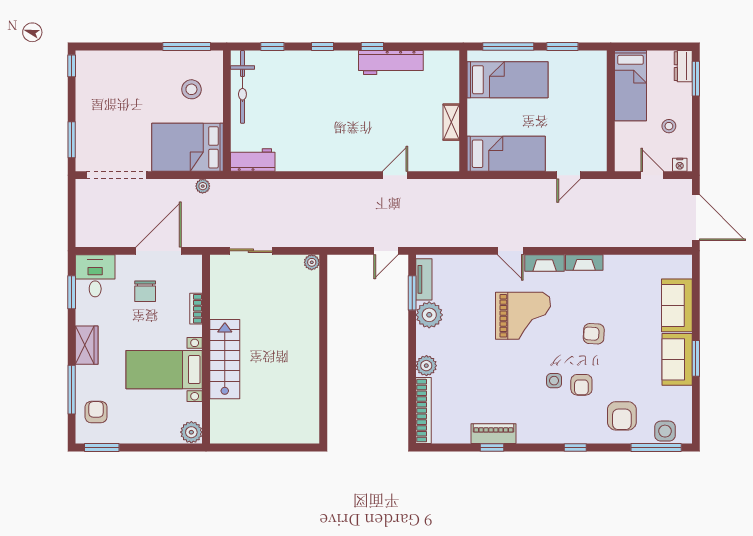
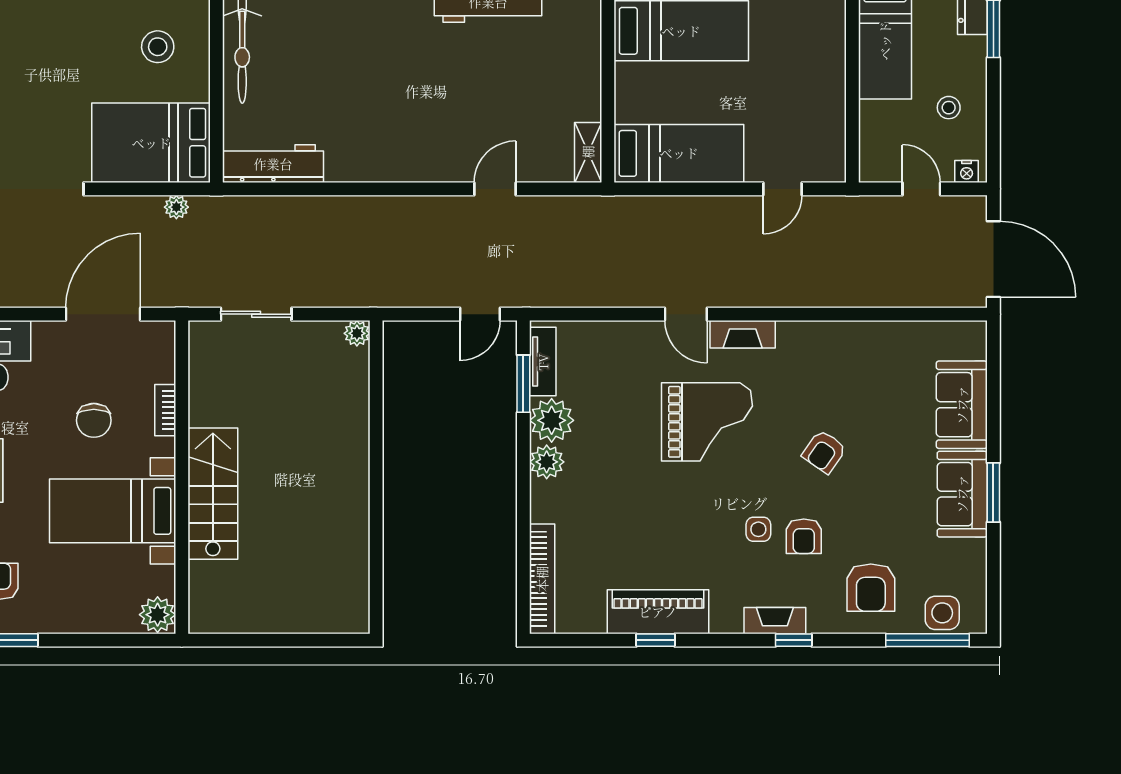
shelving: (451, 122) -> (588, 152), moved
workbench: (253, 160) -> (273, 164), width x1.38
fireplace: (584, 263) -> (775, 621), moved, turned 180
chair: (145, 291) -> (94, 420), moved
armchair: (594, 334) -> (824, 452), turned -58
plant: (426, 366) -> (547, 462), moved
piano: (493, 434) -> (658, 612), width x1.37, depth x1.33

